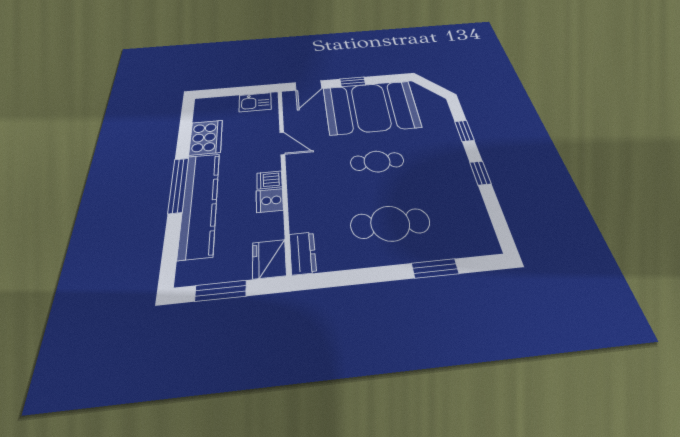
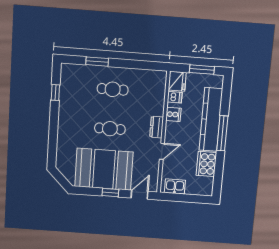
window: (464, 131) -> (53, 141), removed
door: (282, 143) -> (162, 151), swing flipped
window: (480, 173) -> (55, 92), moved
dishwasher: (269, 180) -> (175, 97), moved
cafe table: (390, 223) -> (113, 89), width x0.73, depth x0.74
dresser: (303, 253) -> (157, 127), moved

